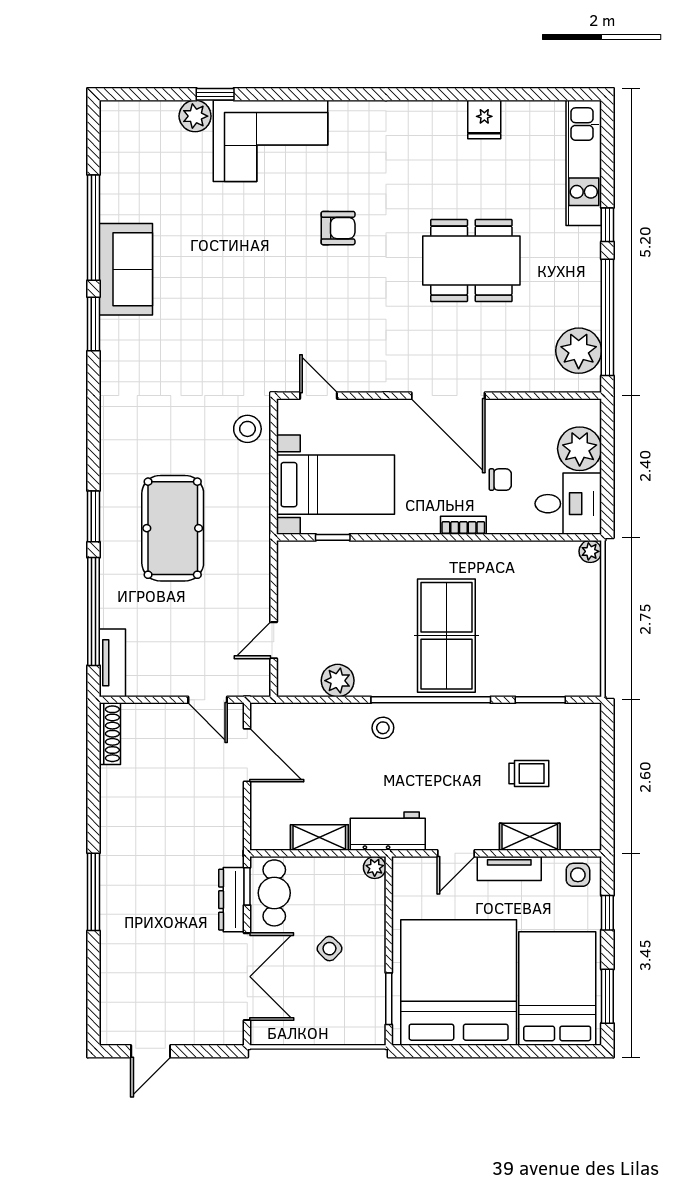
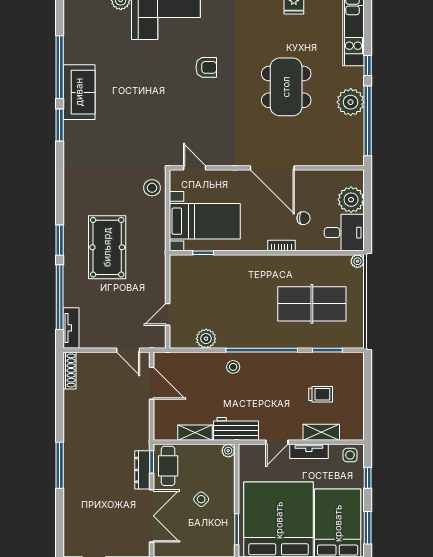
dining table: (471, 261) -> (286, 87), turned 90
plant: (579, 351) -> (351, 102), moved
table tennis table: (446, 636) -> (312, 304), moved, turned 90

